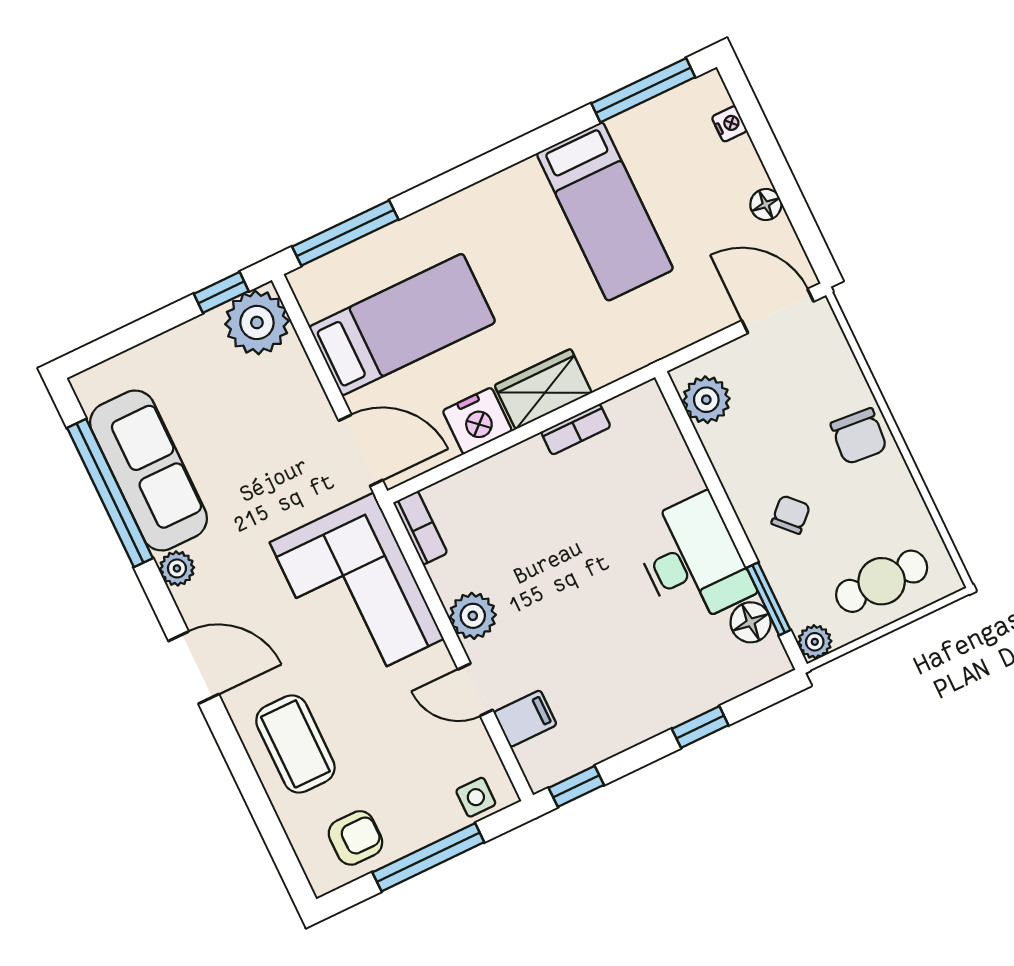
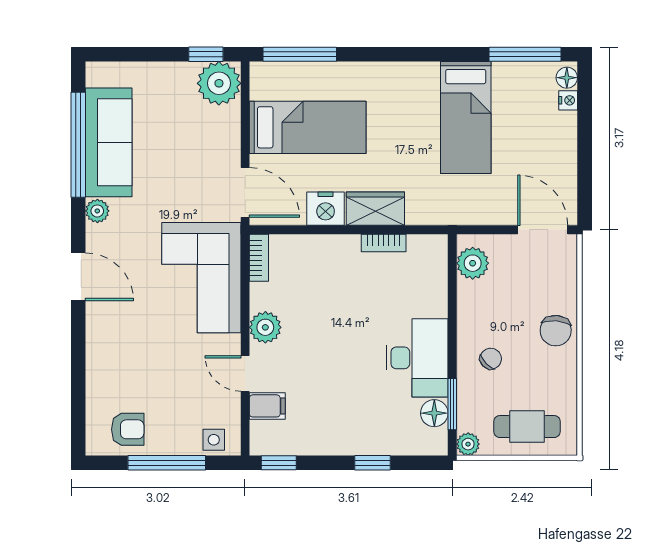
floor lamp: (766, 205) -> (567, 78), moved
coffee table: (295, 744) -> (118, 354), removed

